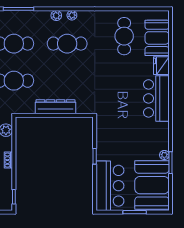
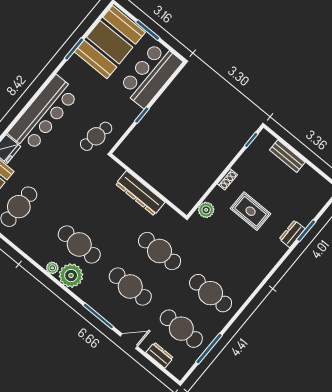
plant: (56, 16) -> (71, 276), width x1.88, depth x1.88
bar counter: (156, 98) -> (44, 114), width x1.36
cafe table: (112, 120) -> (96, 136), added
plant: (164, 155) -> (74, 61), removed

